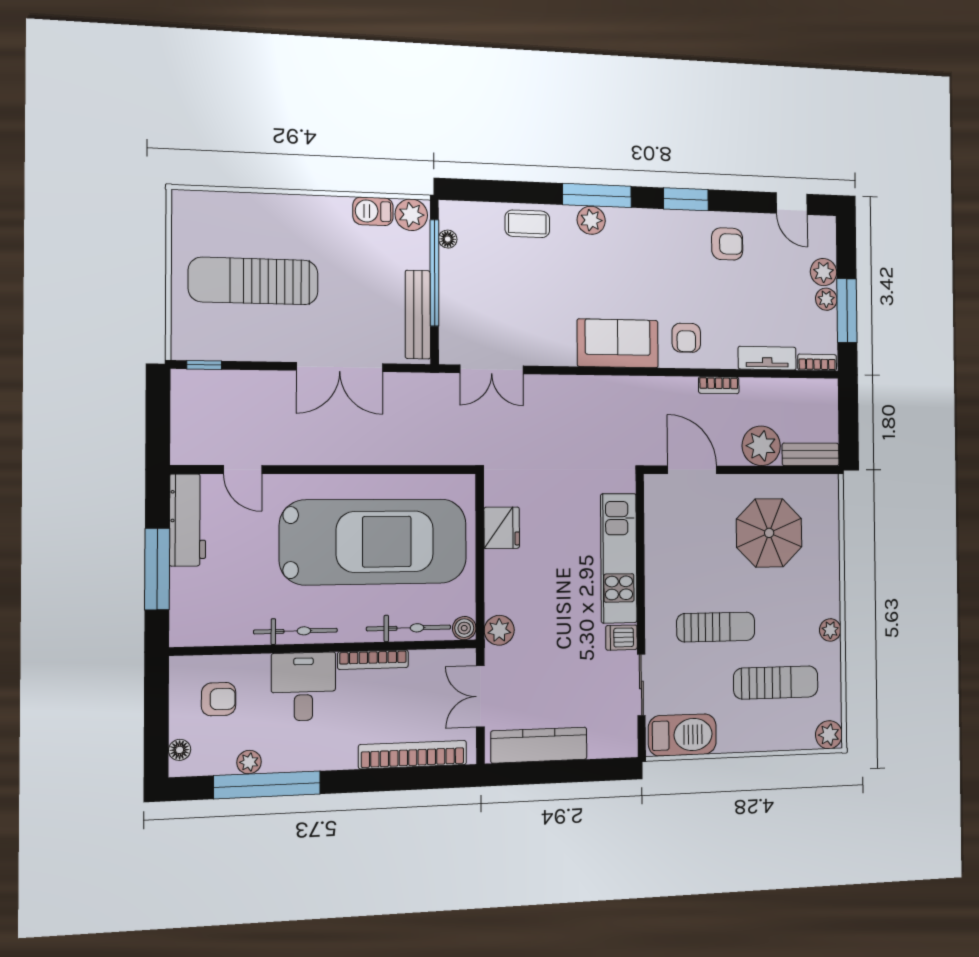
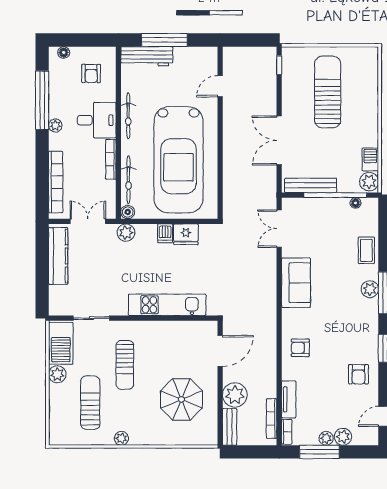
sofa: (618, 343) -> (296, 283), moved
bookcase: (719, 385) -> (272, 419), moved, width x1.56
workbench: (188, 520) -> (147, 56), moved
dishwasher: (621, 638) -> (165, 233), moved, turned 180
sun lounger: (776, 683) -> (90, 403), turned 180
plant: (829, 735) -> (57, 374), moved
plant: (249, 762) -> (55, 125), moved

